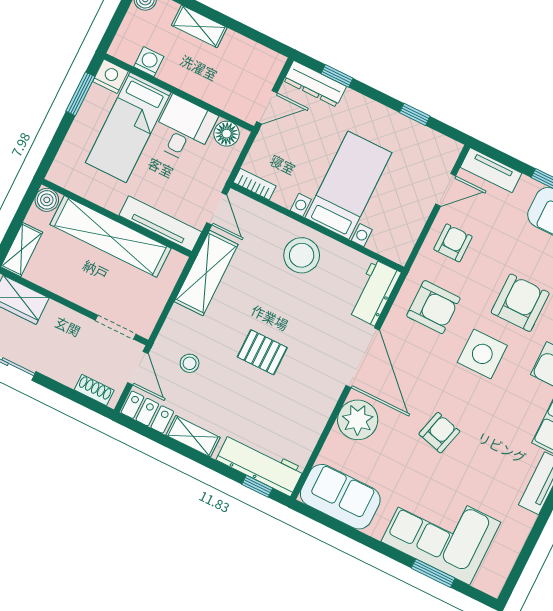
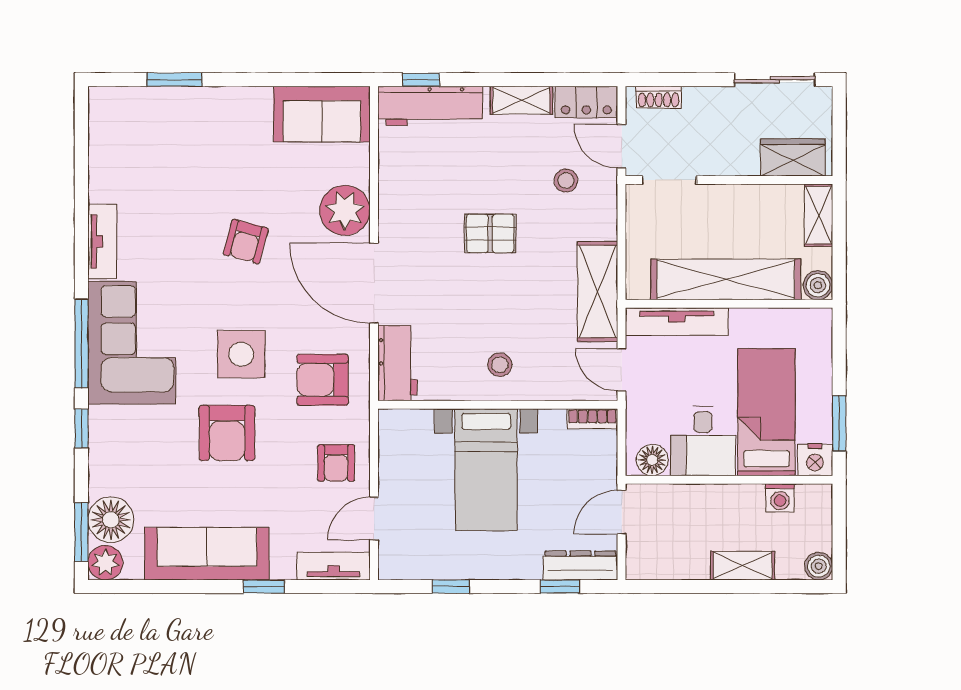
stool: (302, 255) -> (500, 365), width x0.53, depth x0.53
corner sofa: (441, 532) -> (189, 131), removed

